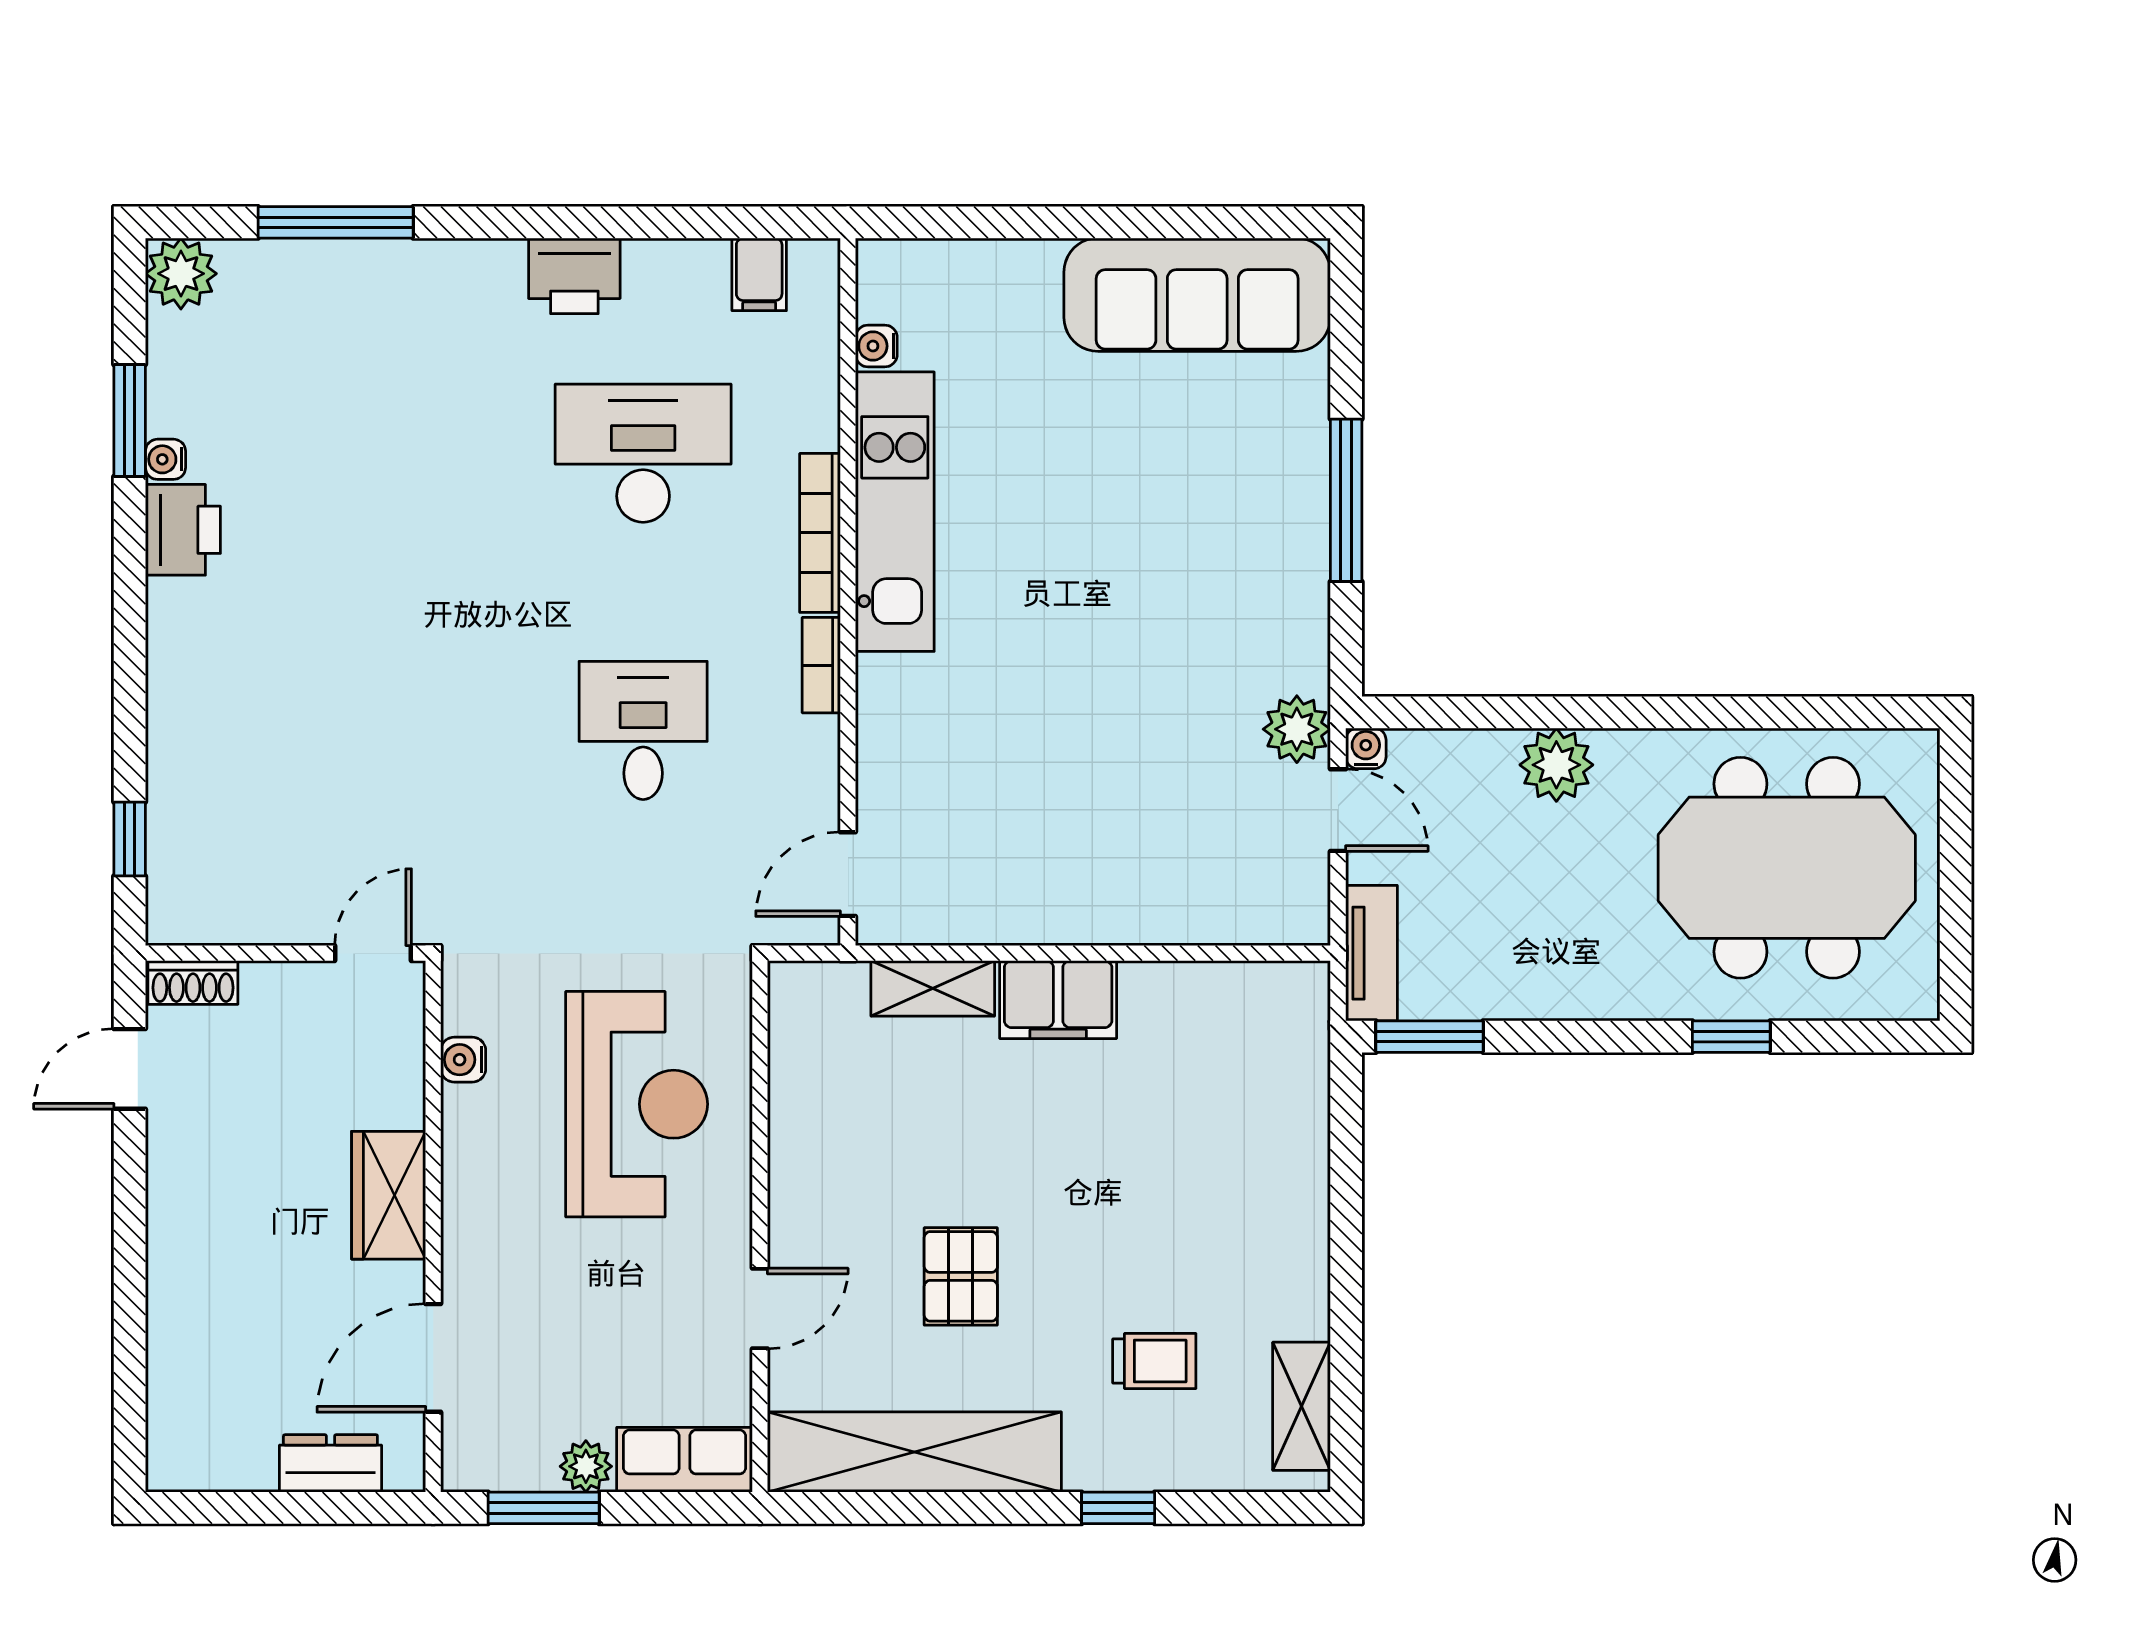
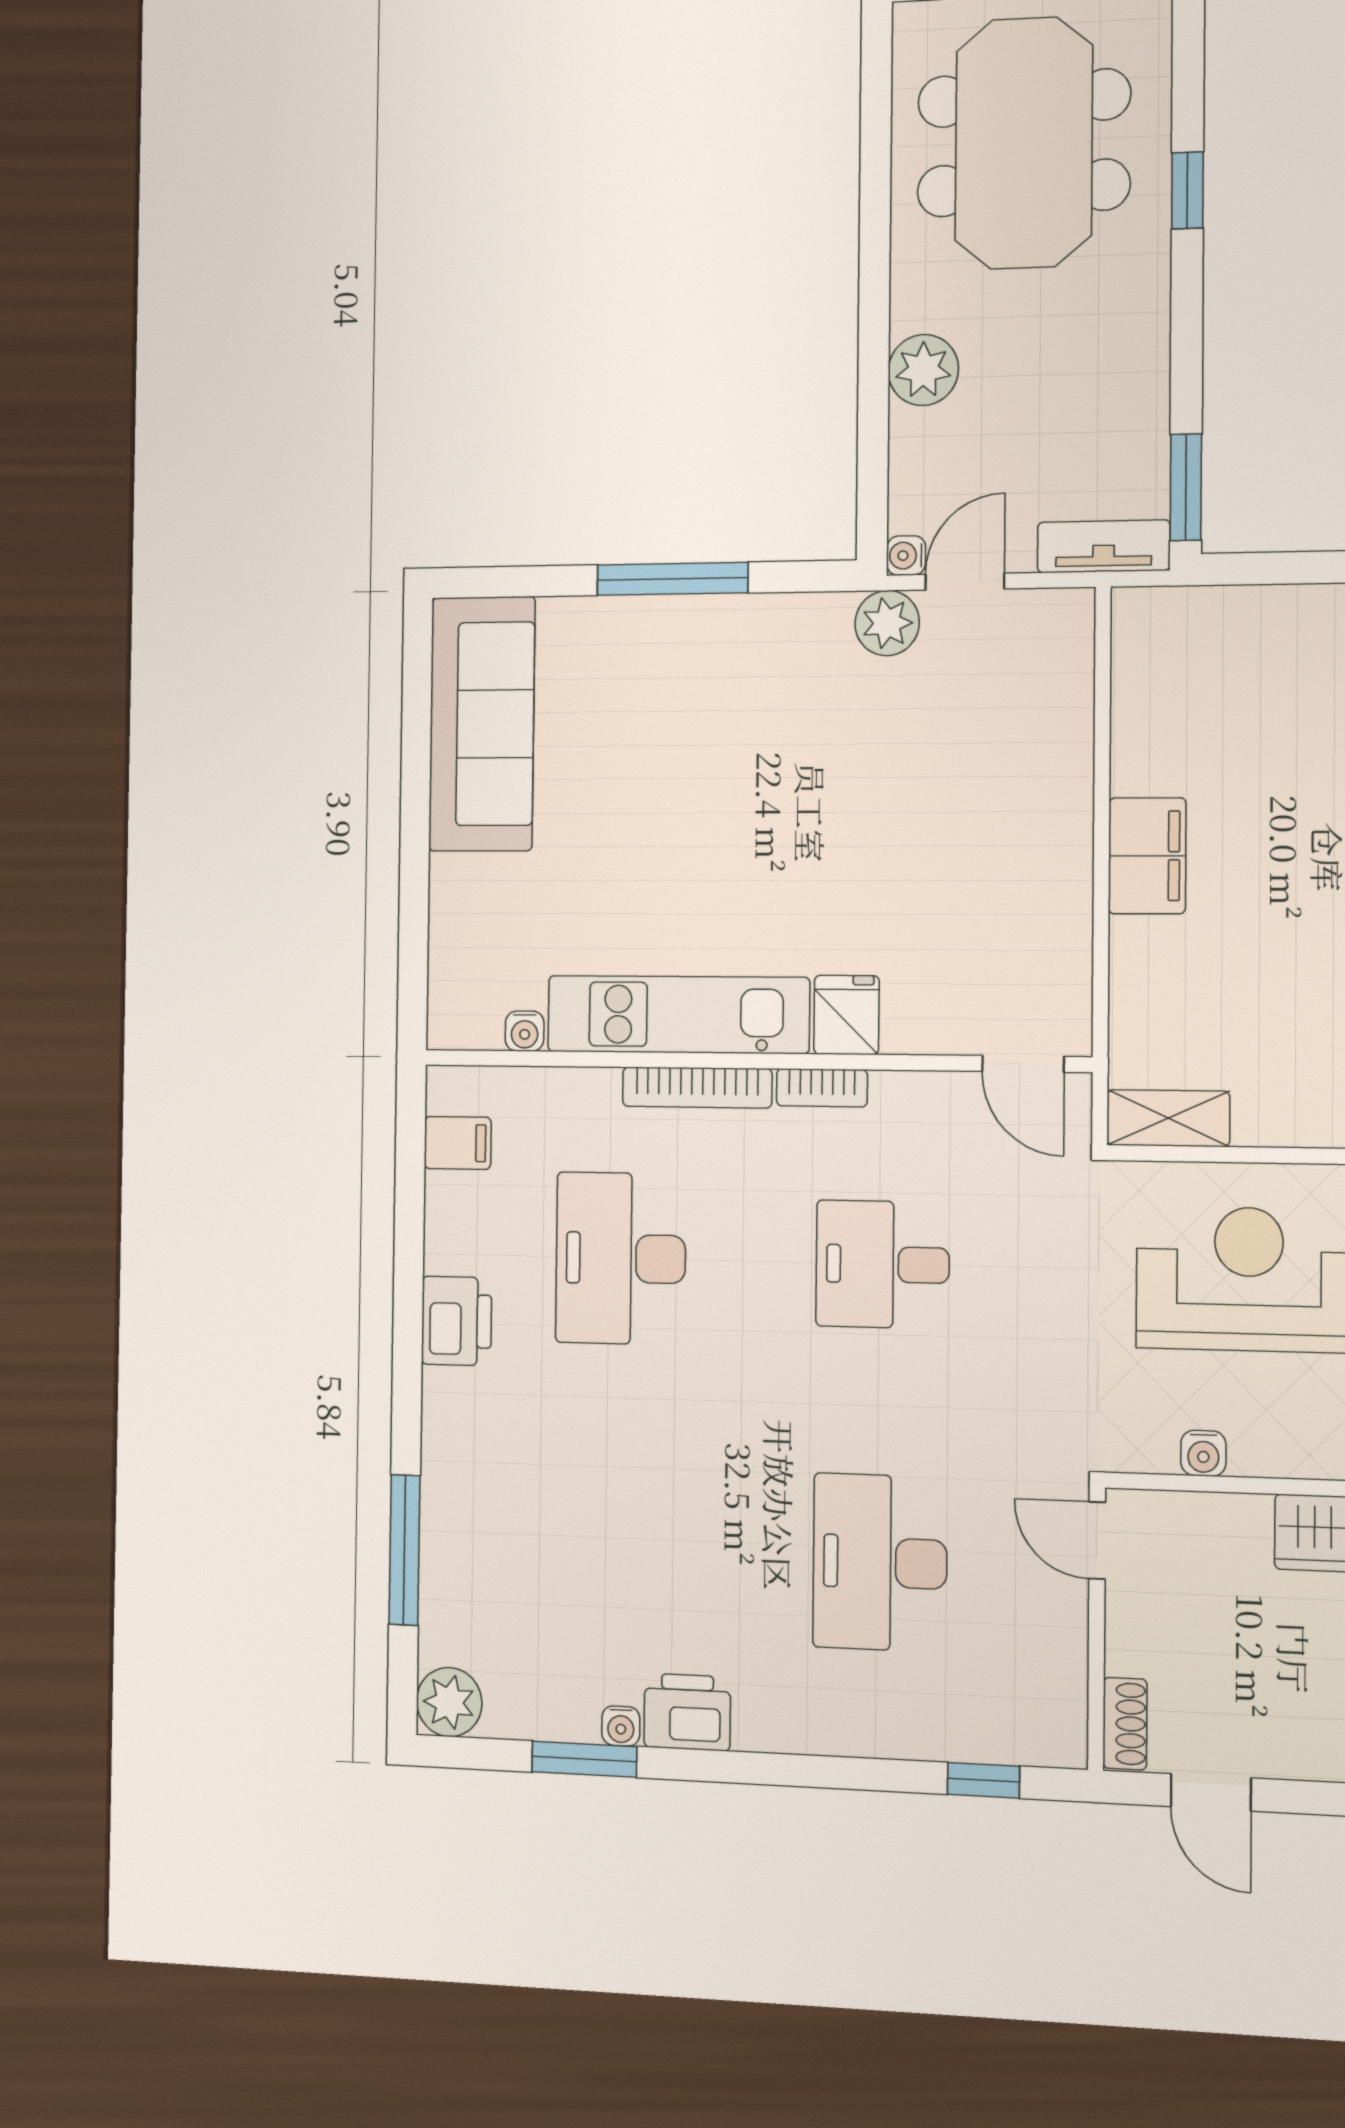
fridge: (896, 690) -> (846, 1015), added
desk: (343, 730) -> (880, 1562), added
shelving: (933, 988) -> (1168, 1118), moved, turned 90

